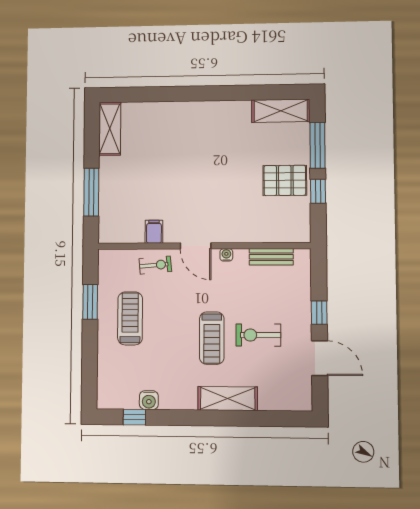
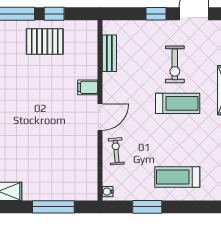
pallet: (285, 180) -> (45, 41), turned 90
filing cabinet: (154, 232) -> (88, 87), moved
water cooler: (226, 255) -> (108, 192), moved
treadmill: (130, 318) -> (177, 177), moved

